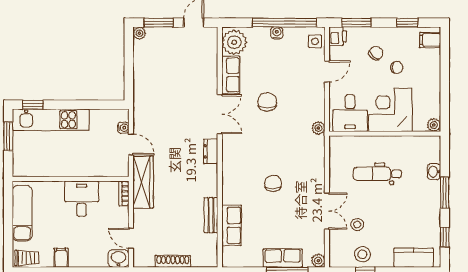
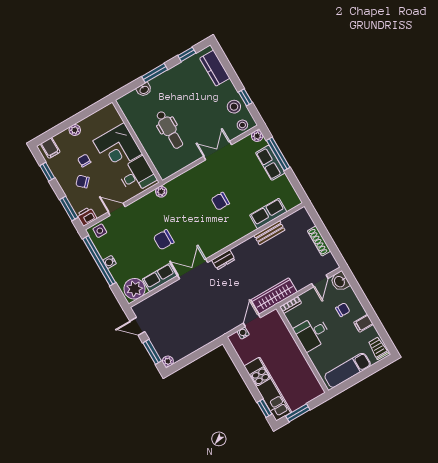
plant: (434, 125) -> (75, 130), moved
stool: (357, 224) -> (242, 125), moved
chair: (88, 245) -> (343, 310), added

